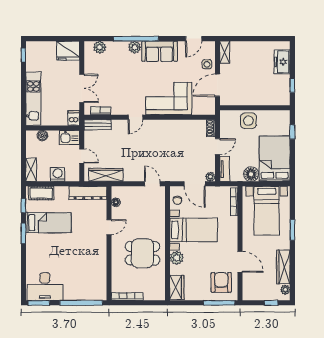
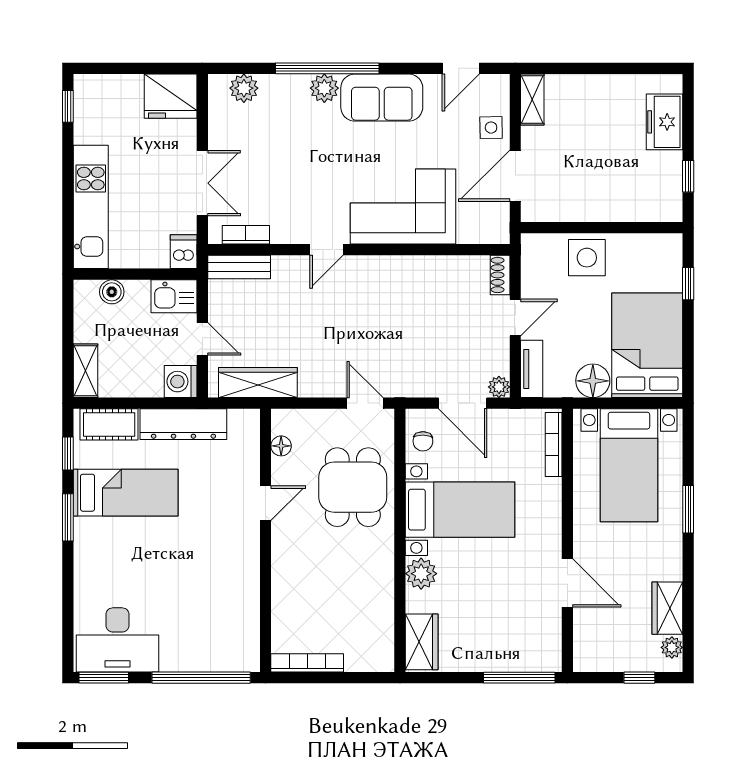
washing machine: (58, 174) -> (181, 382), moved, turned -90
dresser: (88, 193) -> (183, 424), moved
dining table: (143, 253) -> (353, 487), moved, turned 90
wardrobe: (283, 267) -> (667, 608), width x0.67
armchair: (221, 282) -> (524, 631), removed

